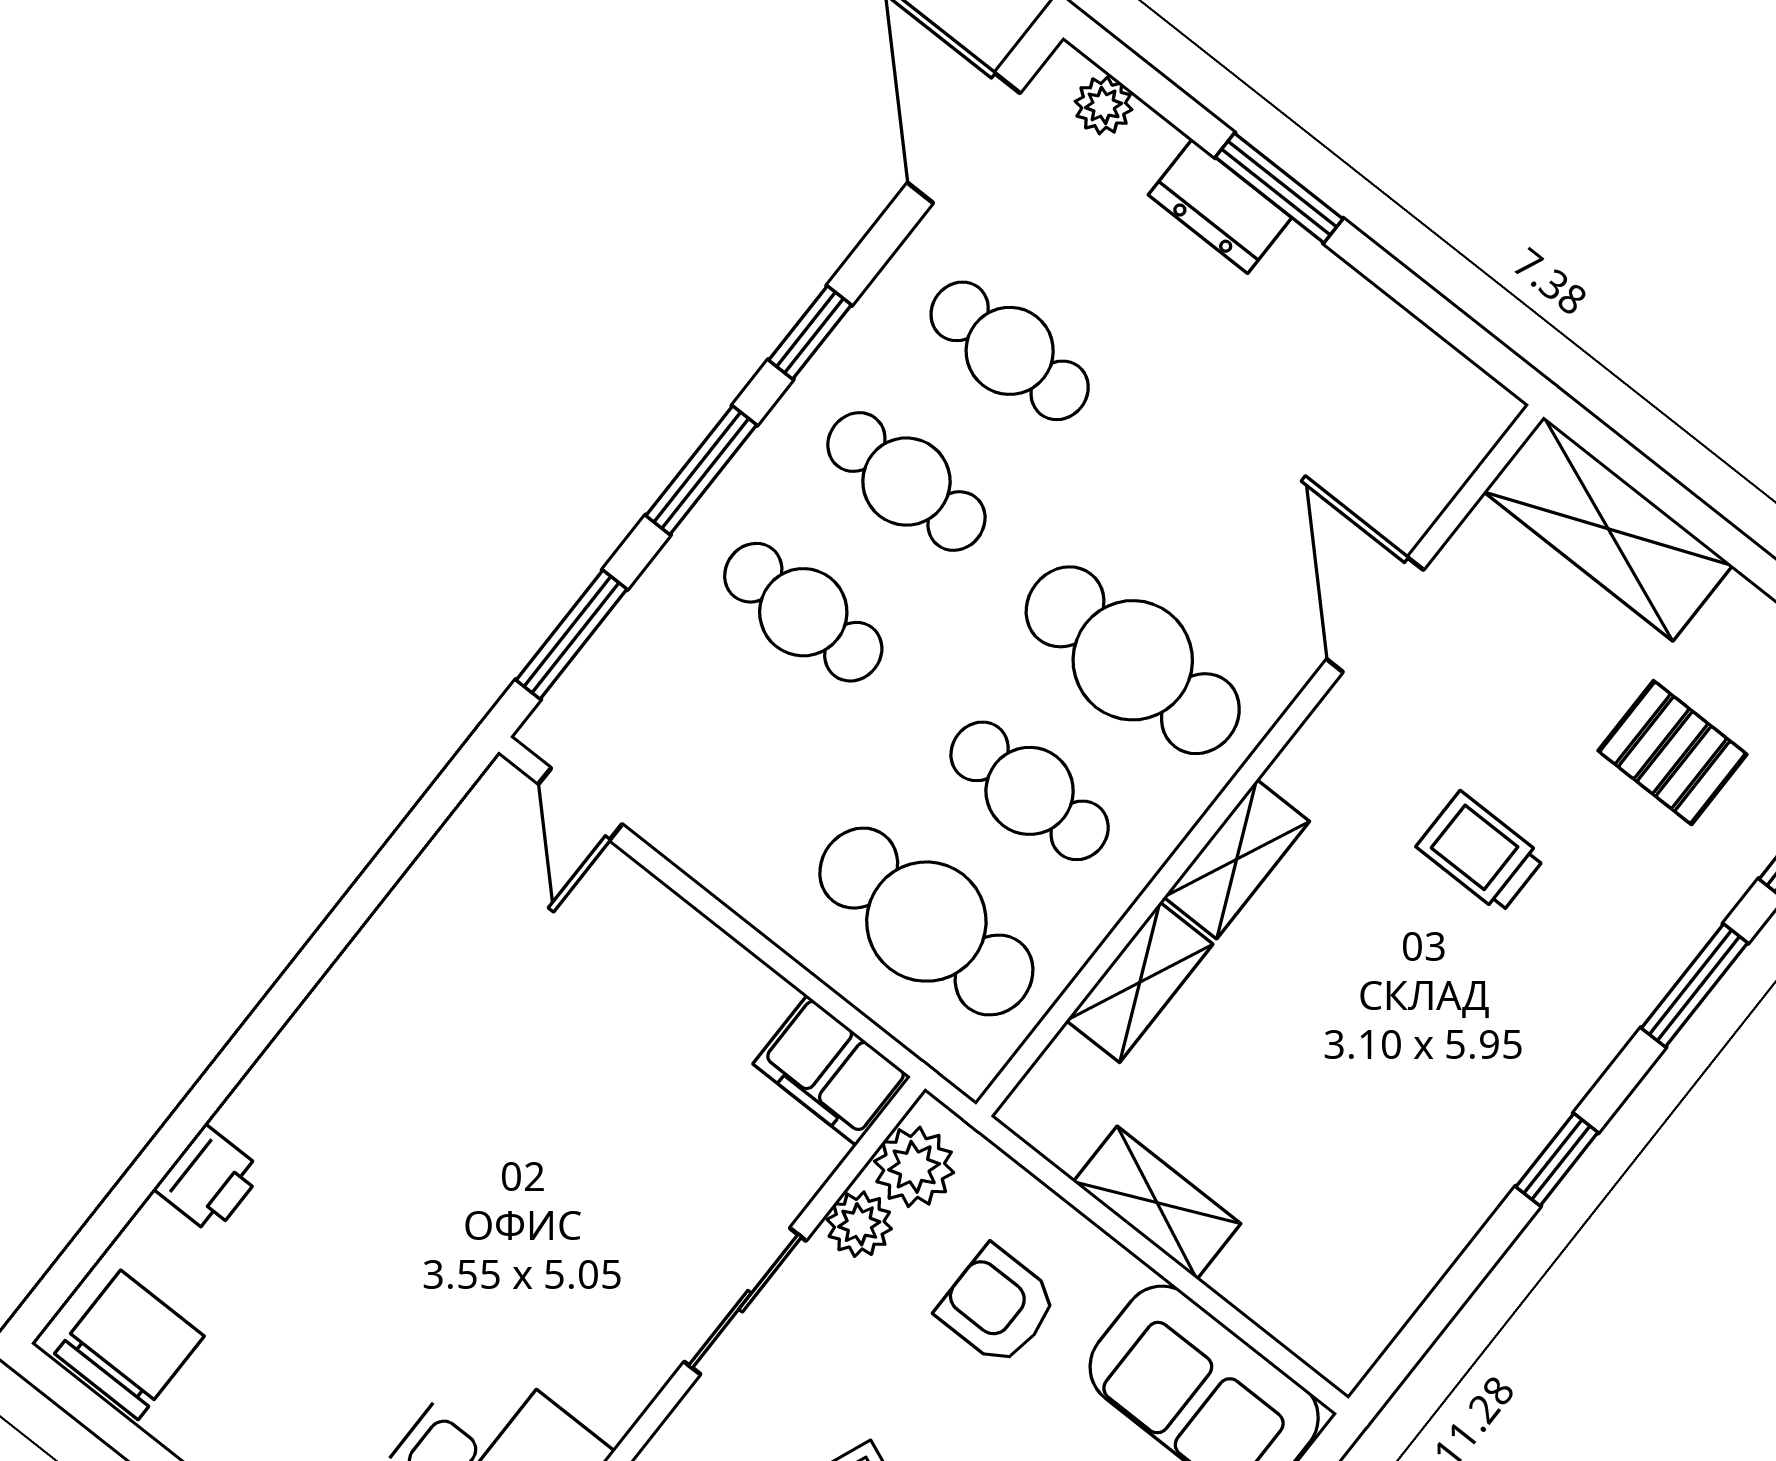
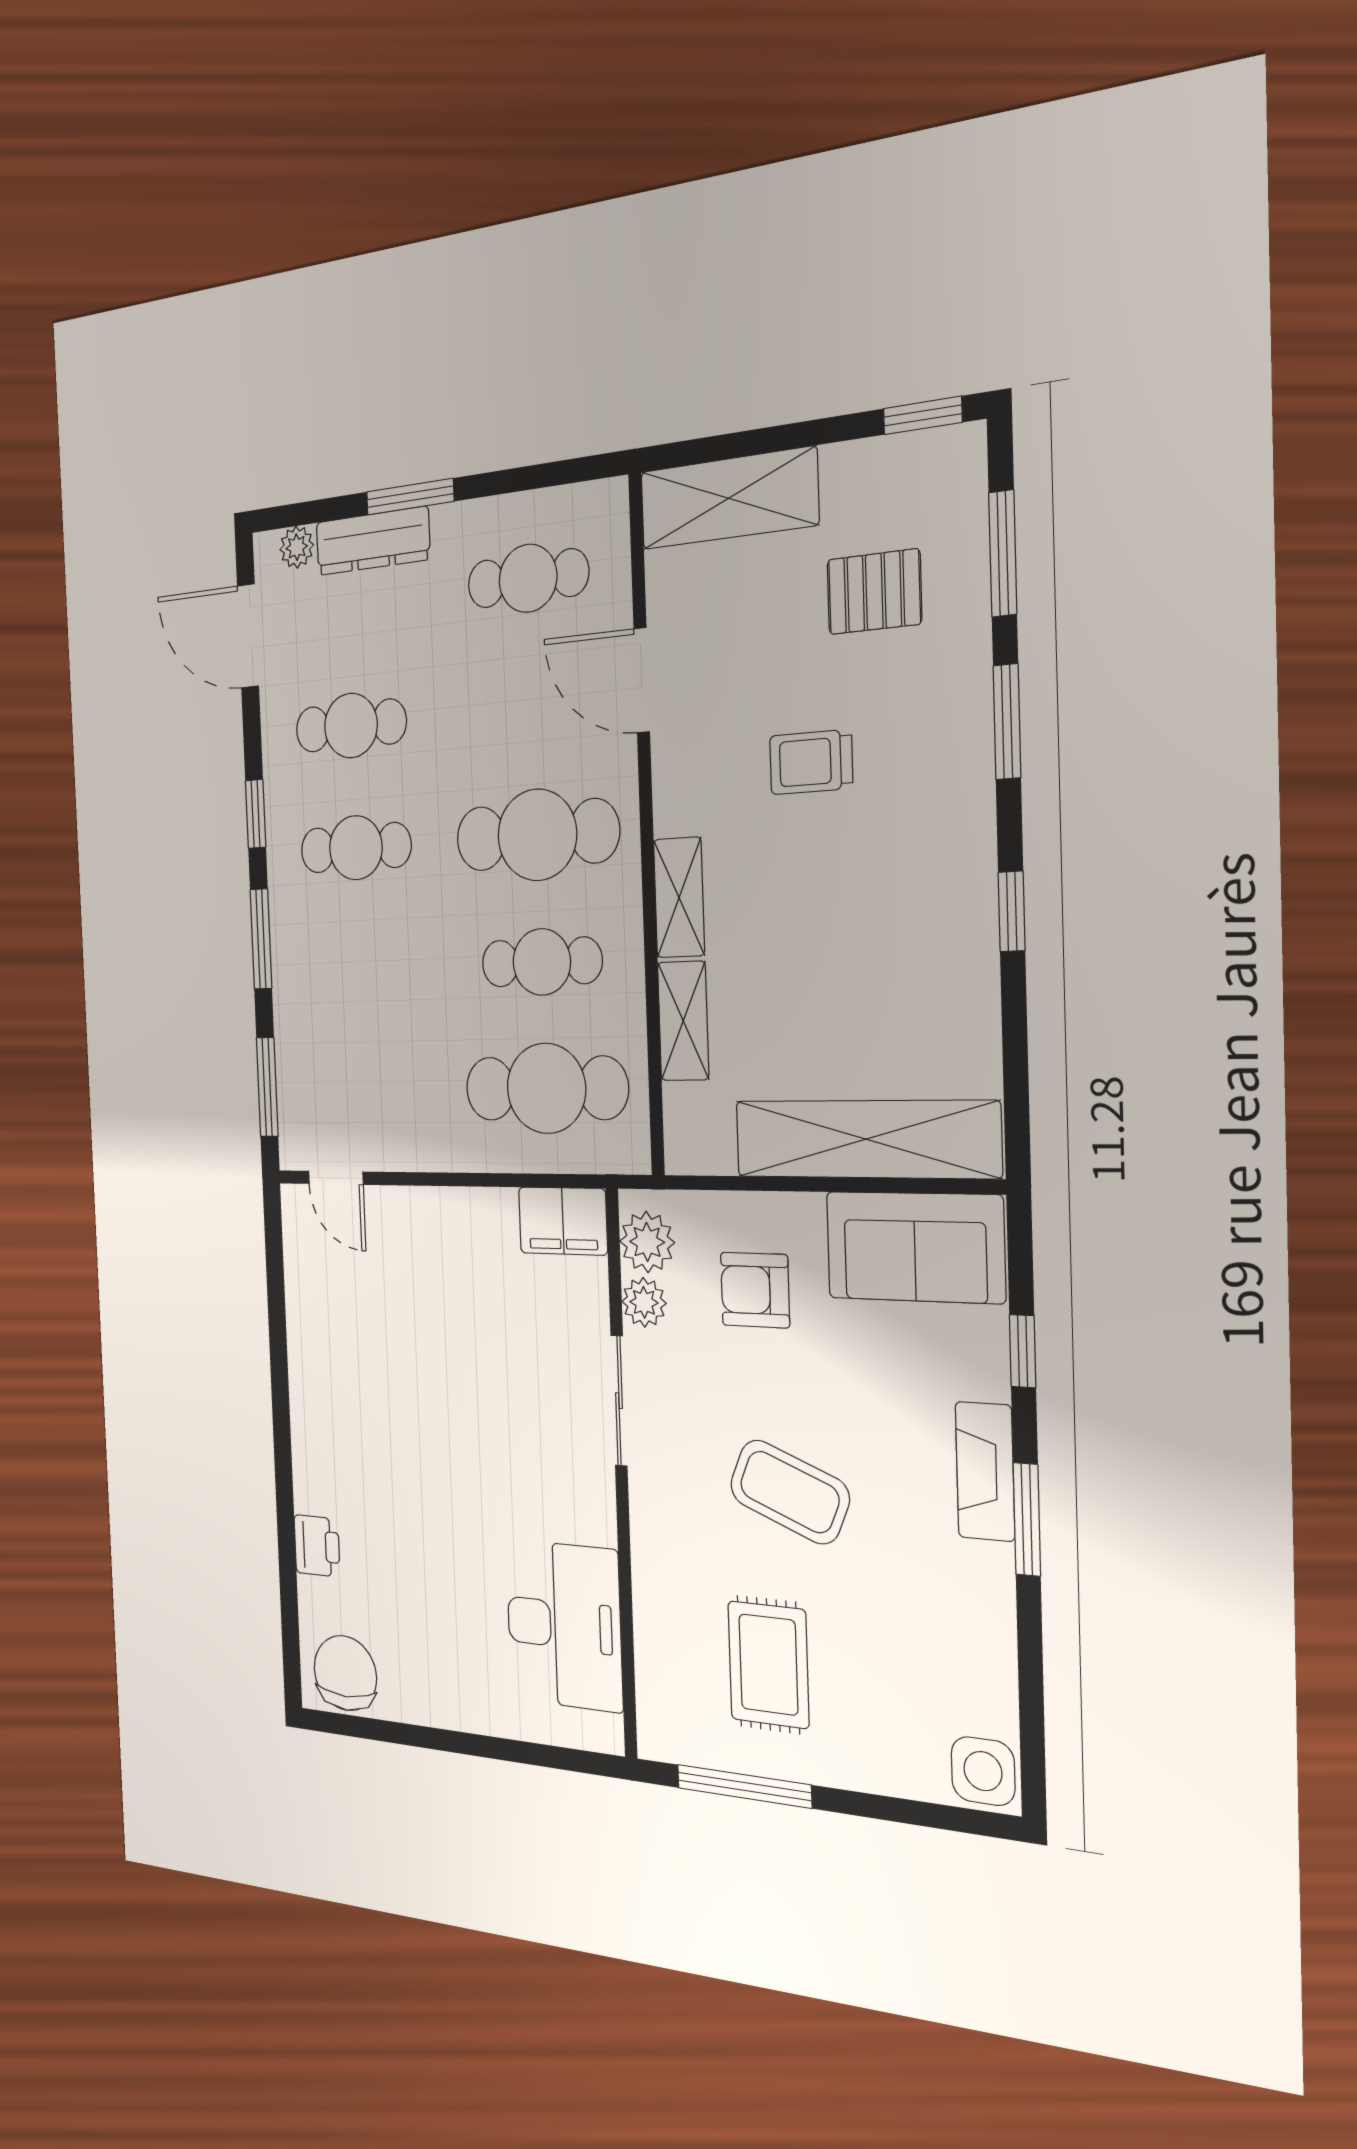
dresser: (1220, 206) -> (373, 541), width x1.44
cafe table: (803, 612) -> (528, 578), moved
shelving: (1157, 1203) -> (866, 1139), width x2.20, depth x1.33

